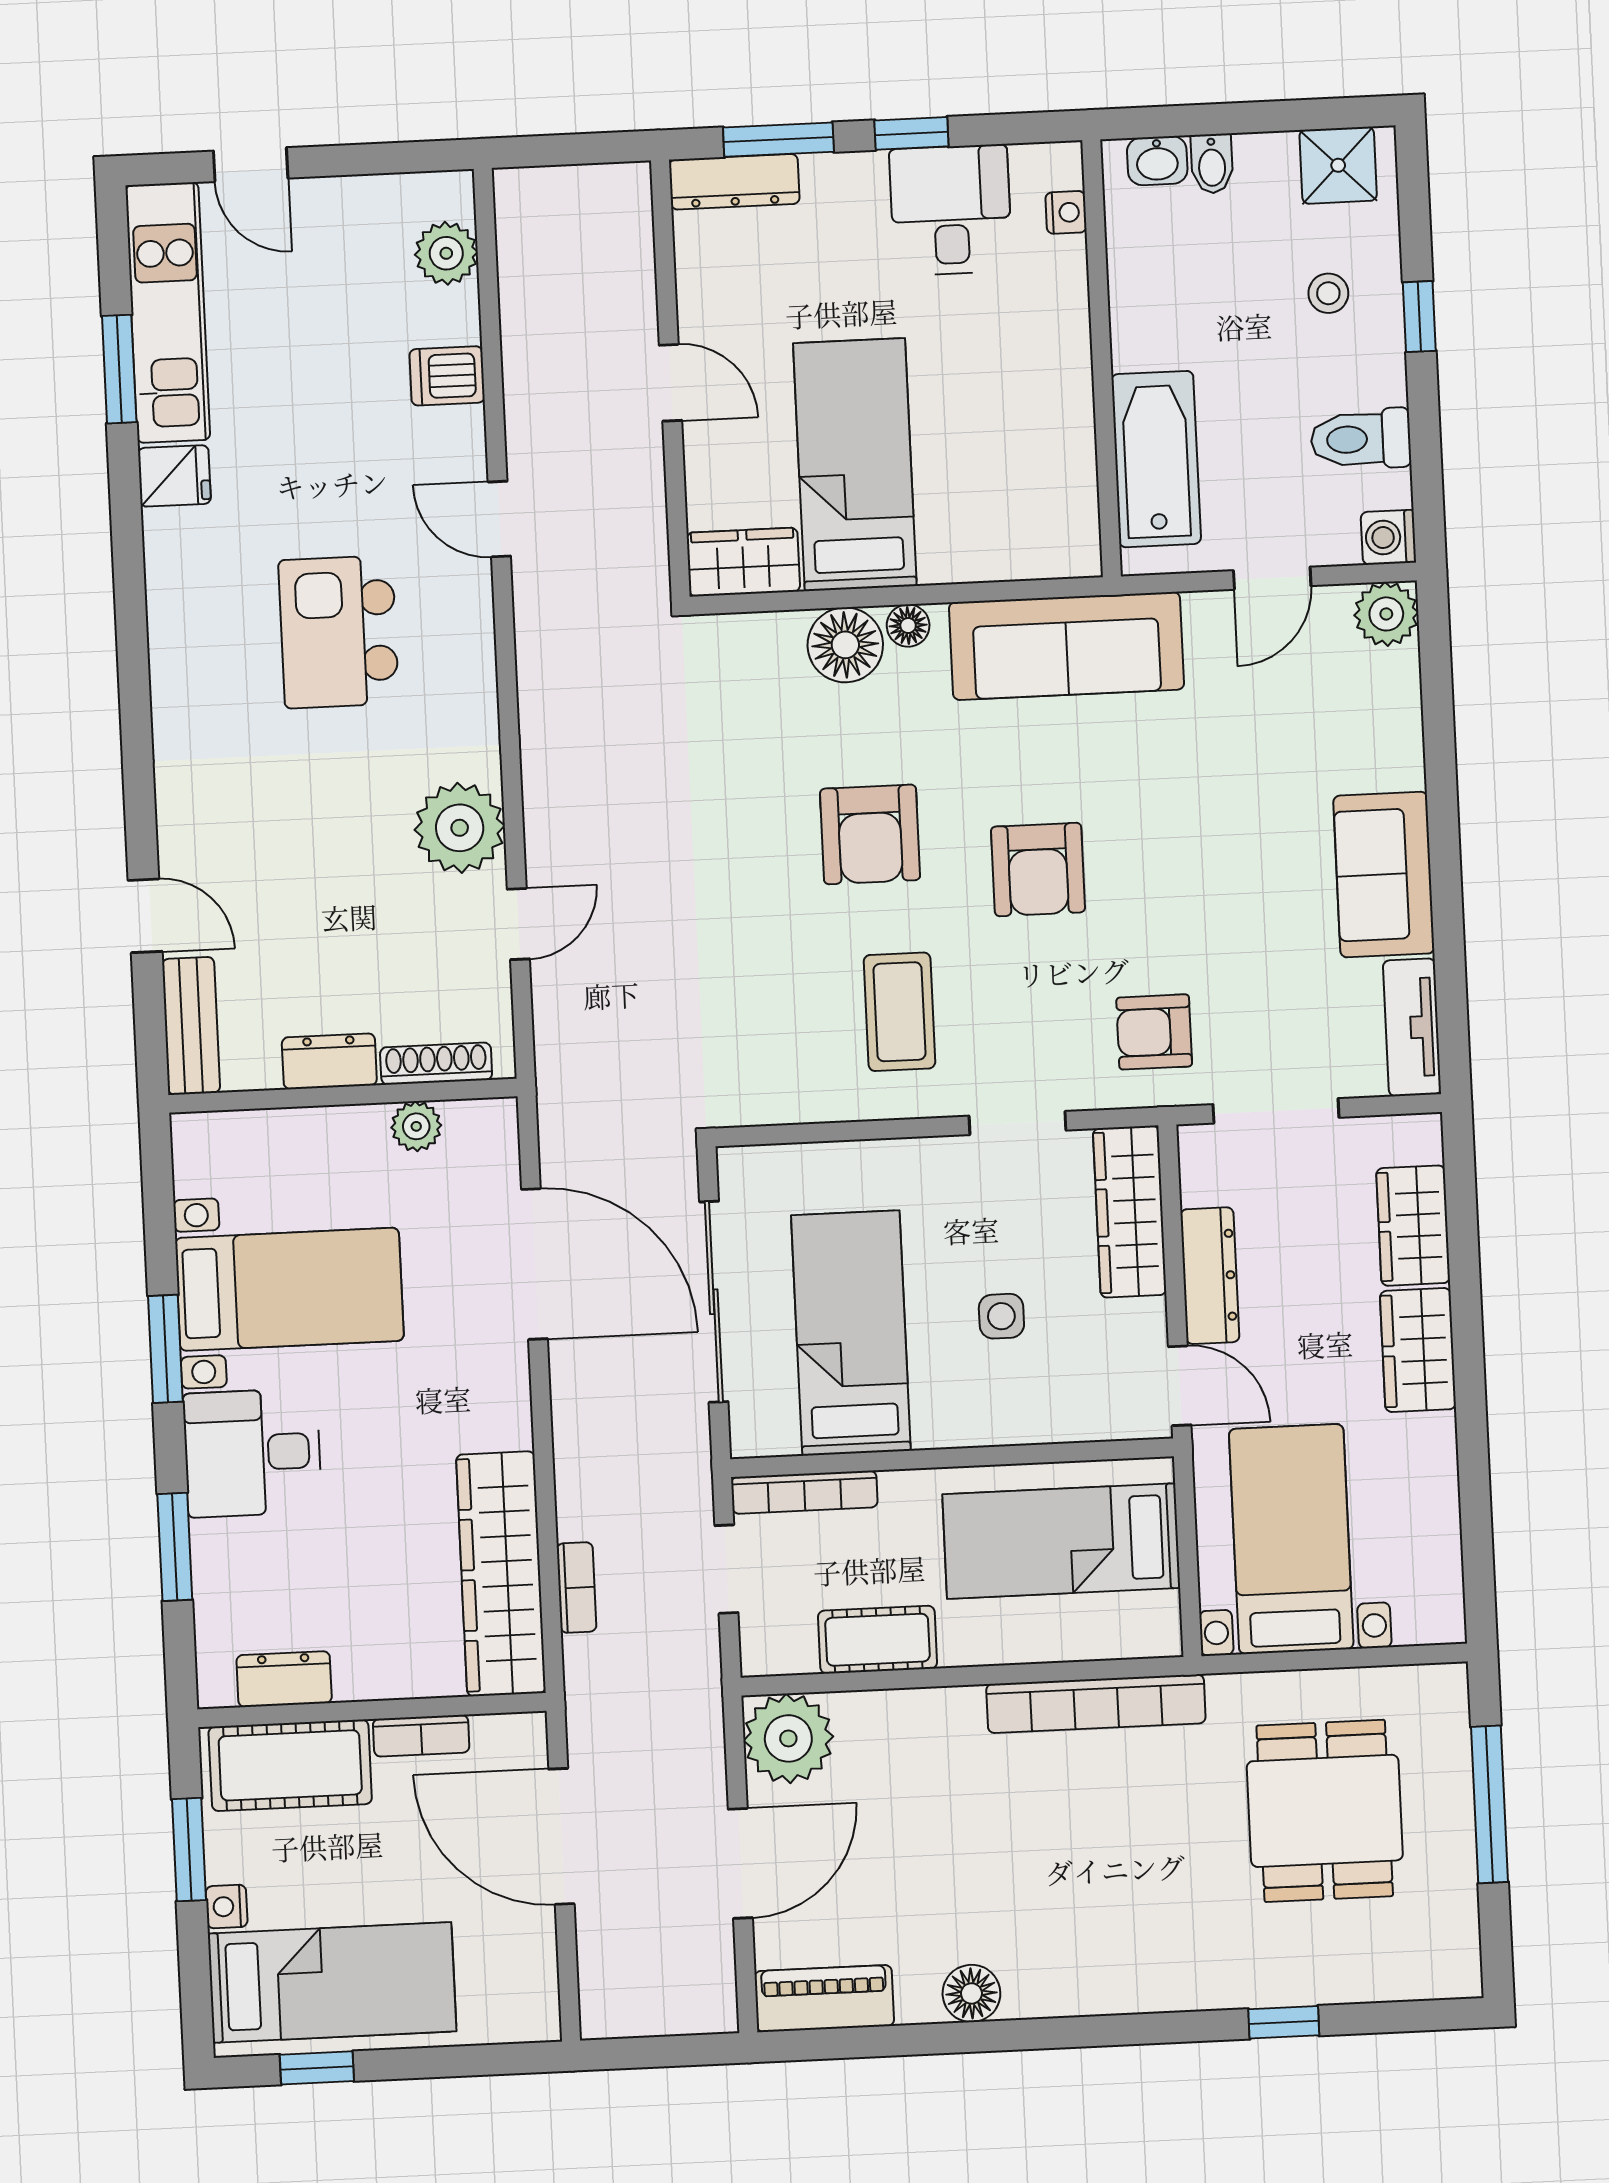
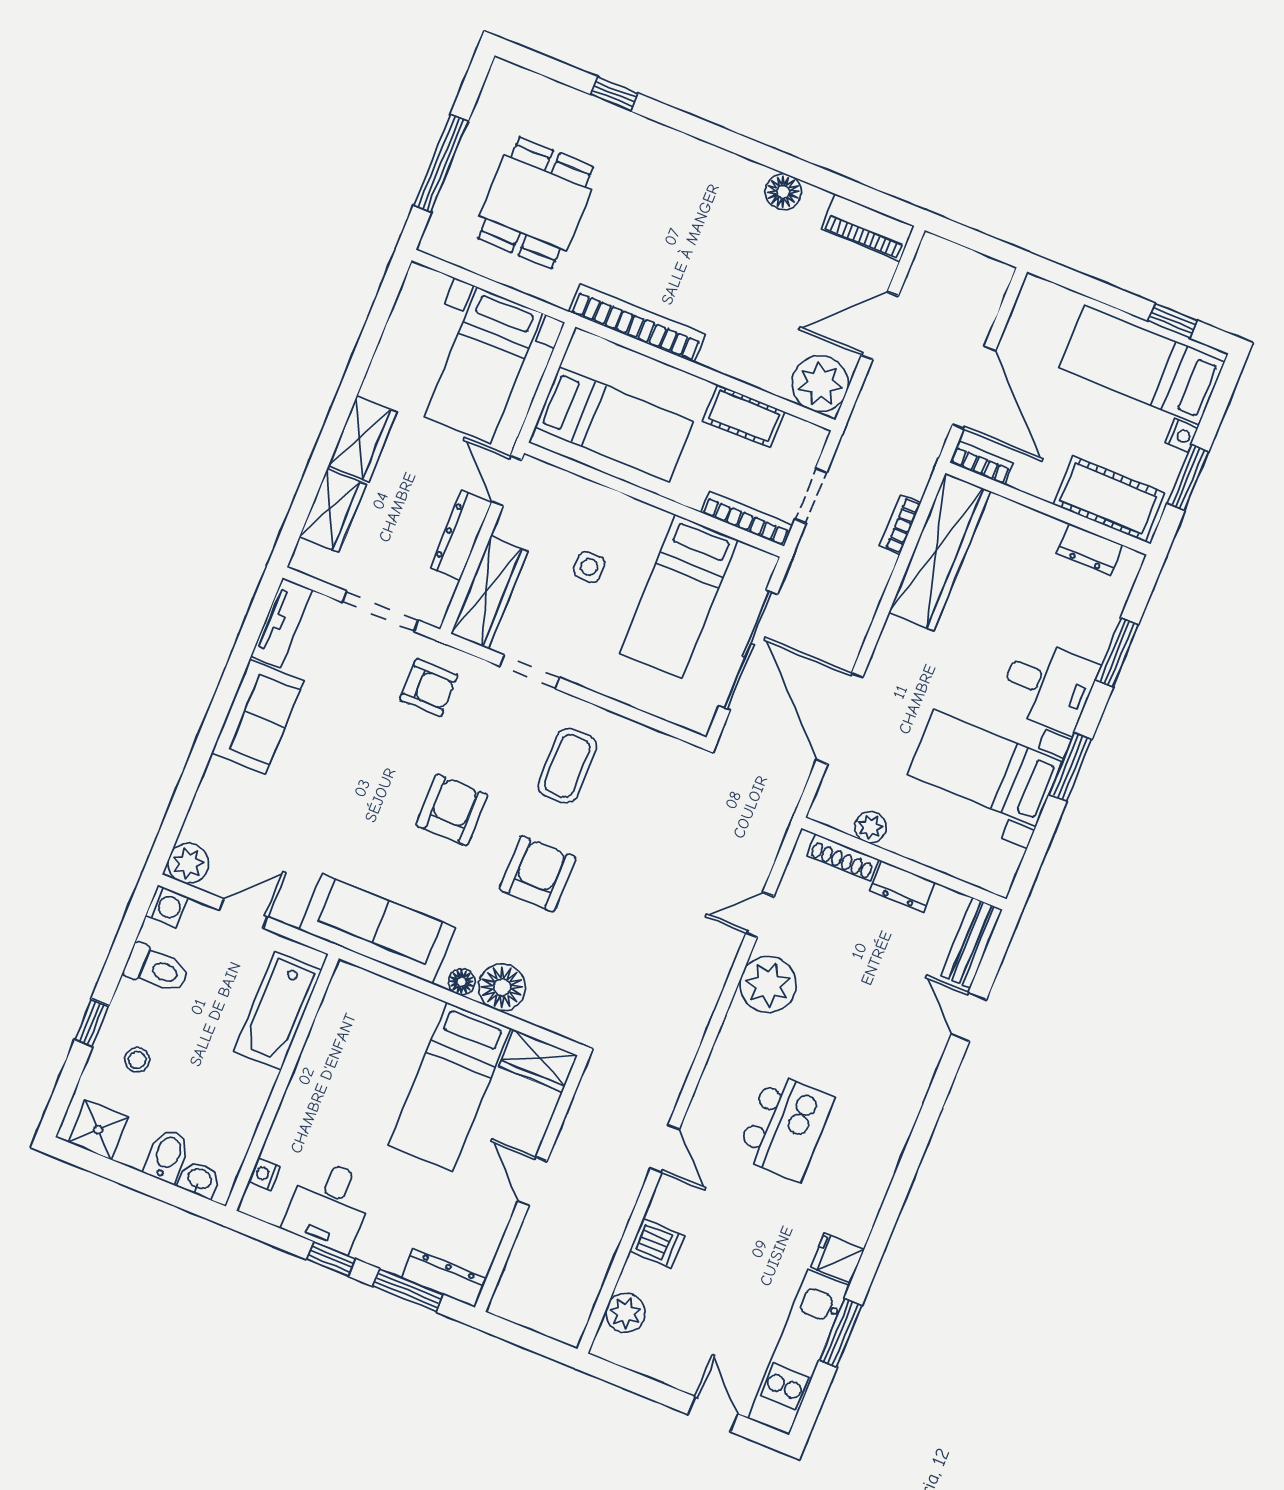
bidet: (1212, 164) -> (167, 1156), width x1.38, depth x1.36
bookcase: (421, 1736) -> (981, 463), moved

